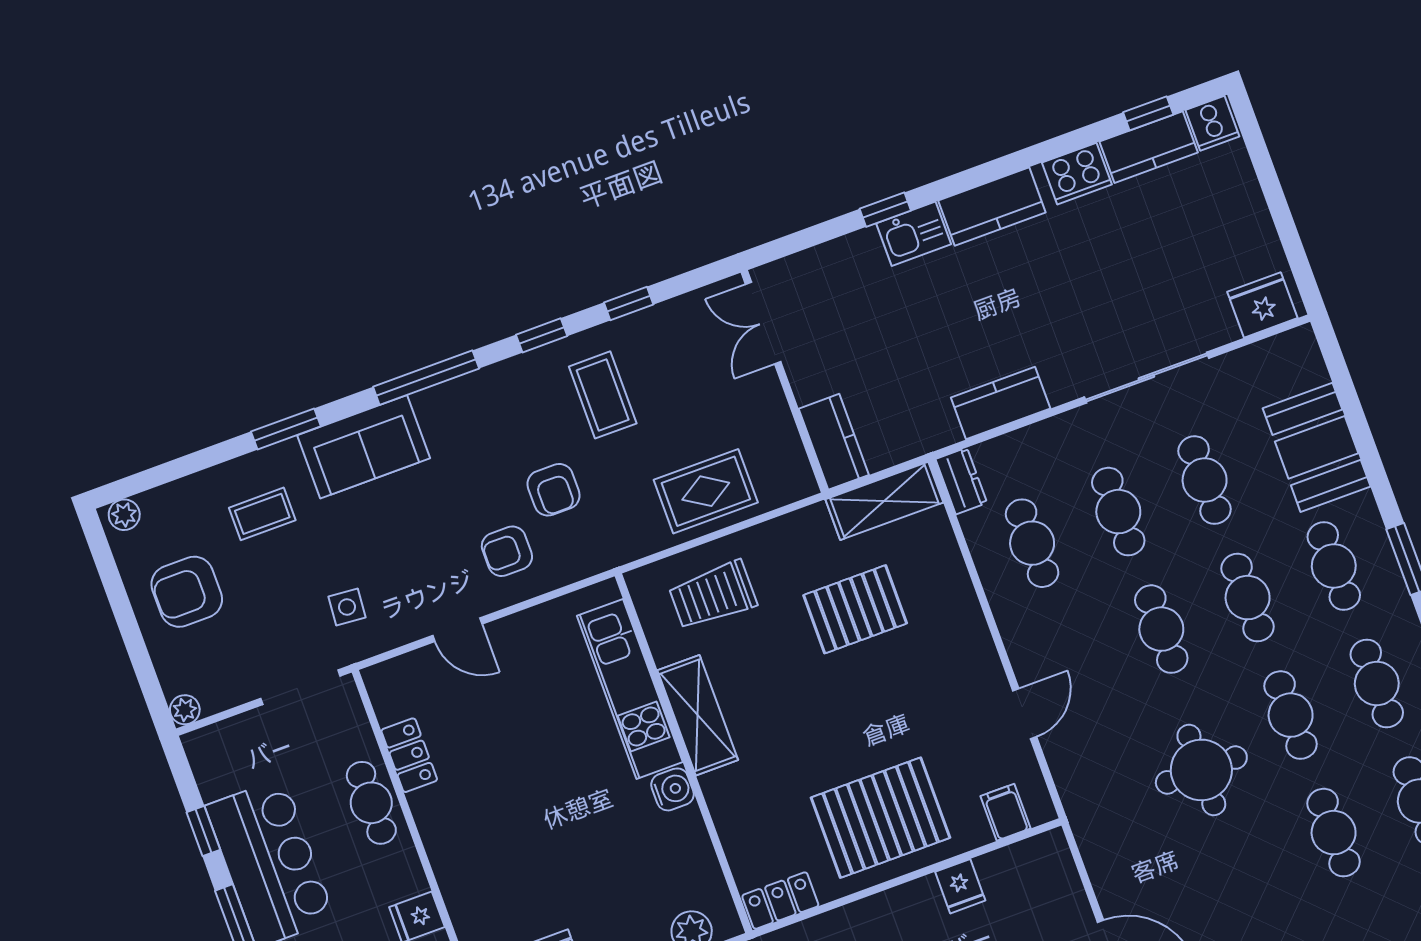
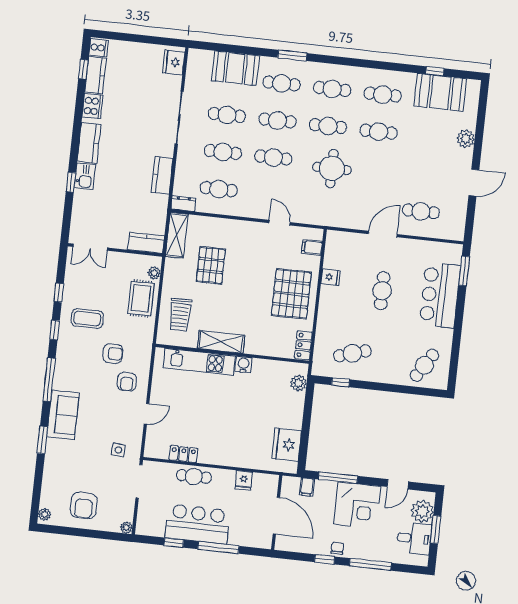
plant: (776, 493) -> (154, 273), added
coffee table: (262, 514) -> (69, 464), removed

